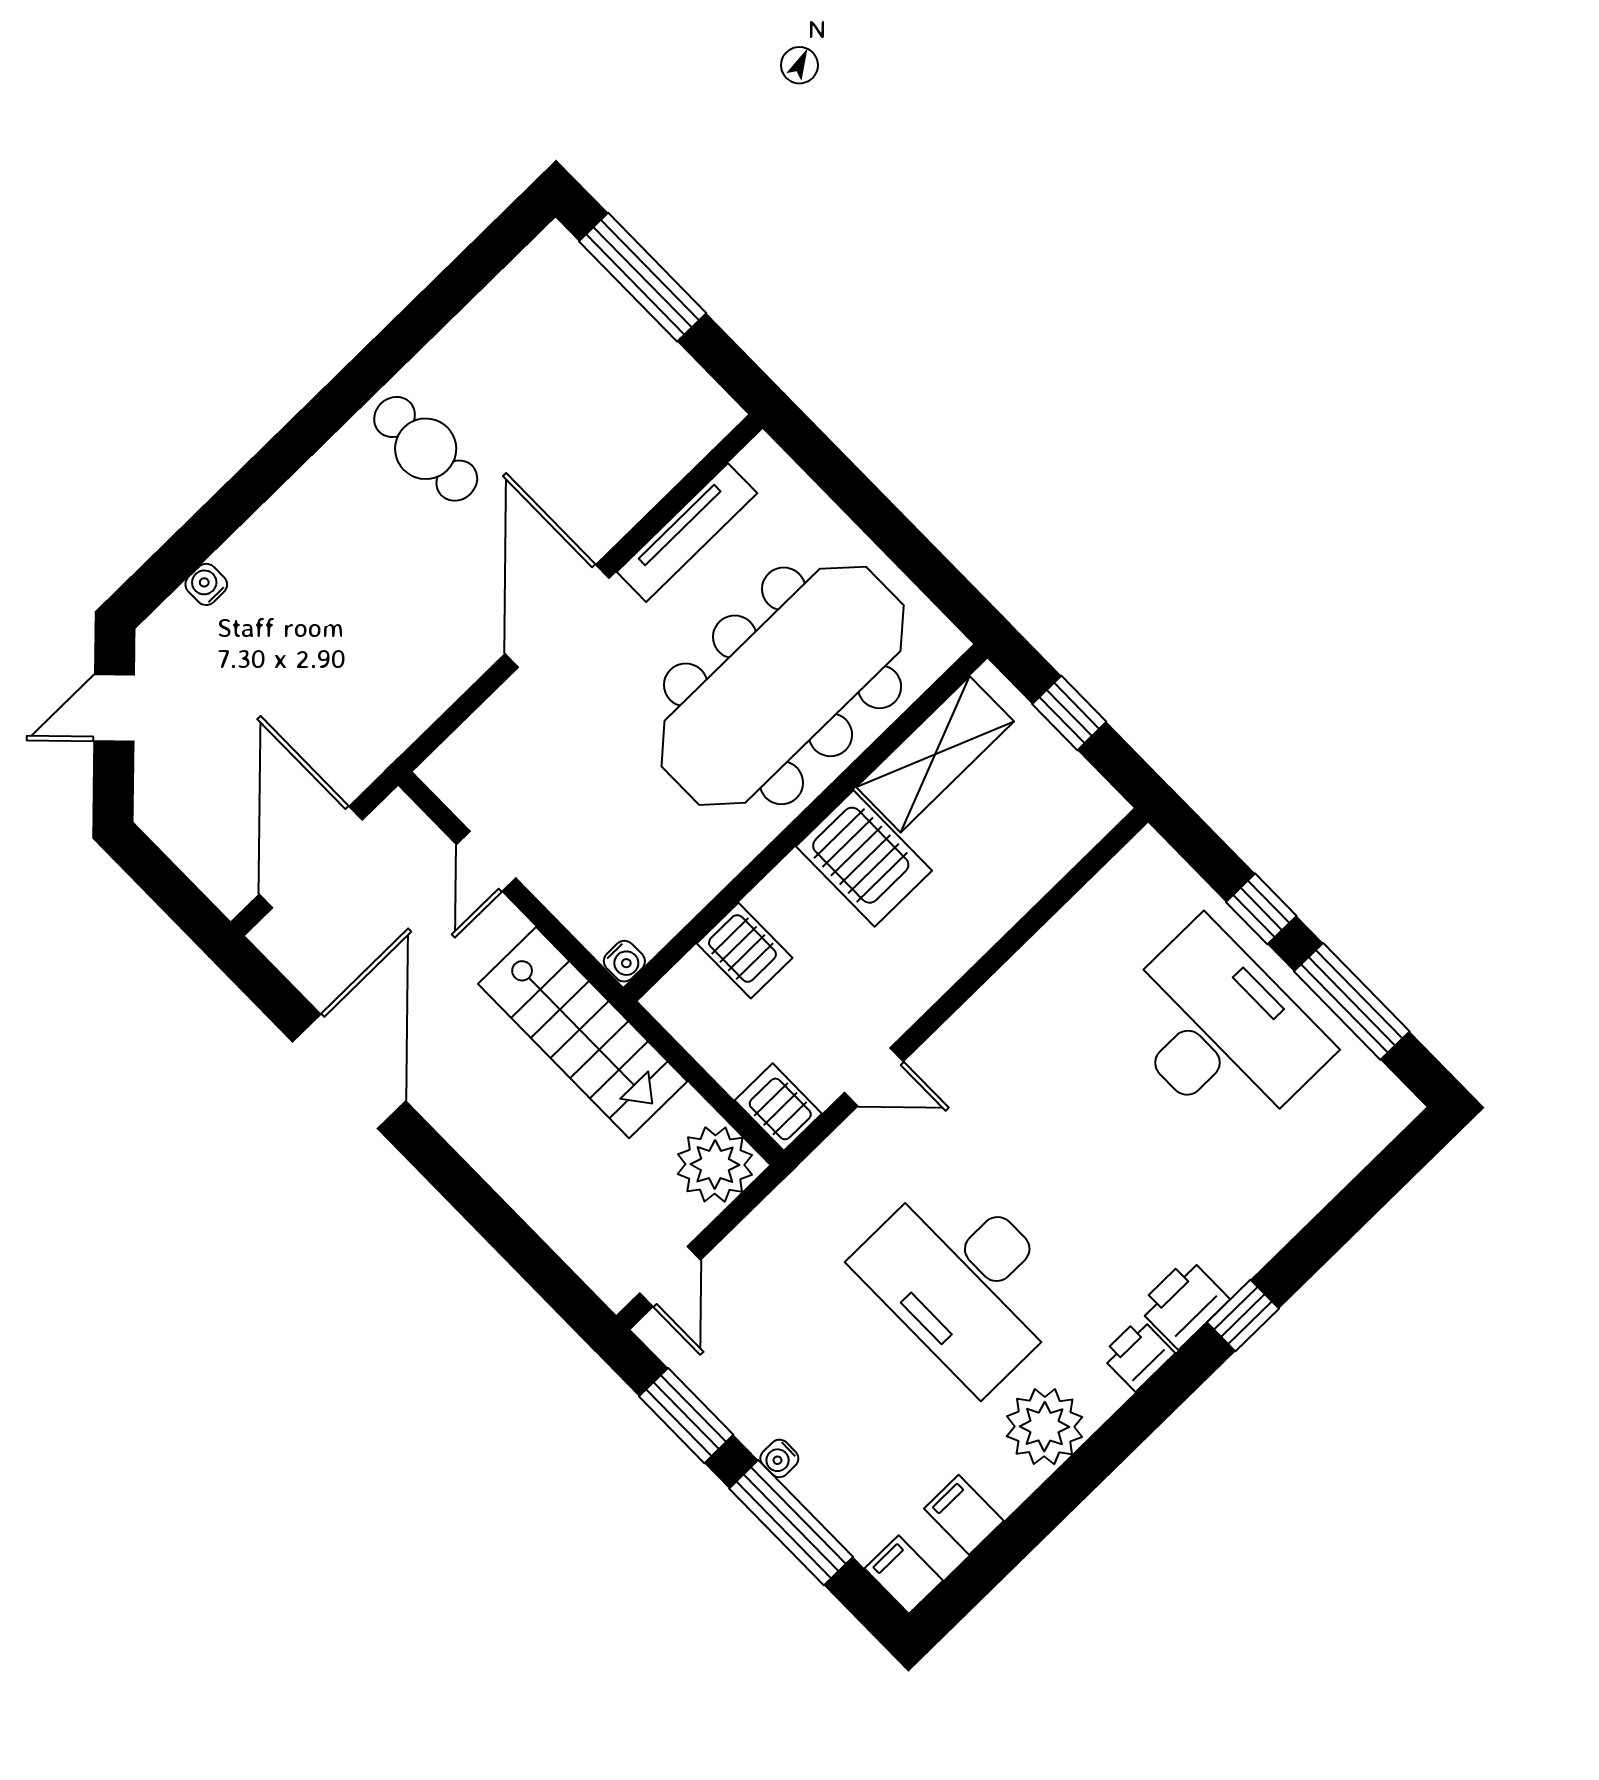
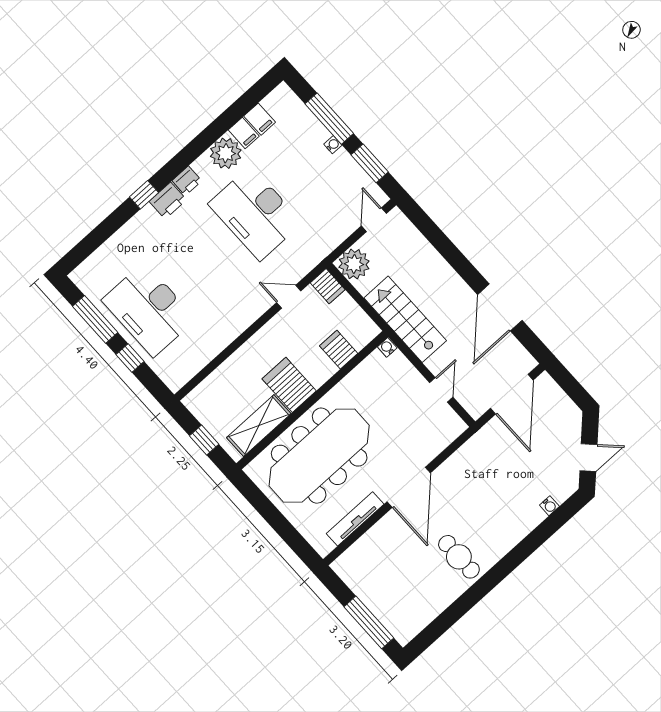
desk: (965, 1281) -> (255, 213), turned 180
filing cabinet: (904, 1575) -> (244, 133), moved

